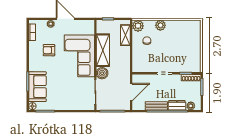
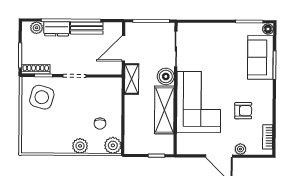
shelving: (125, 35) -> (132, 79), moved
side table: (187, 58) -> (42, 97), added

